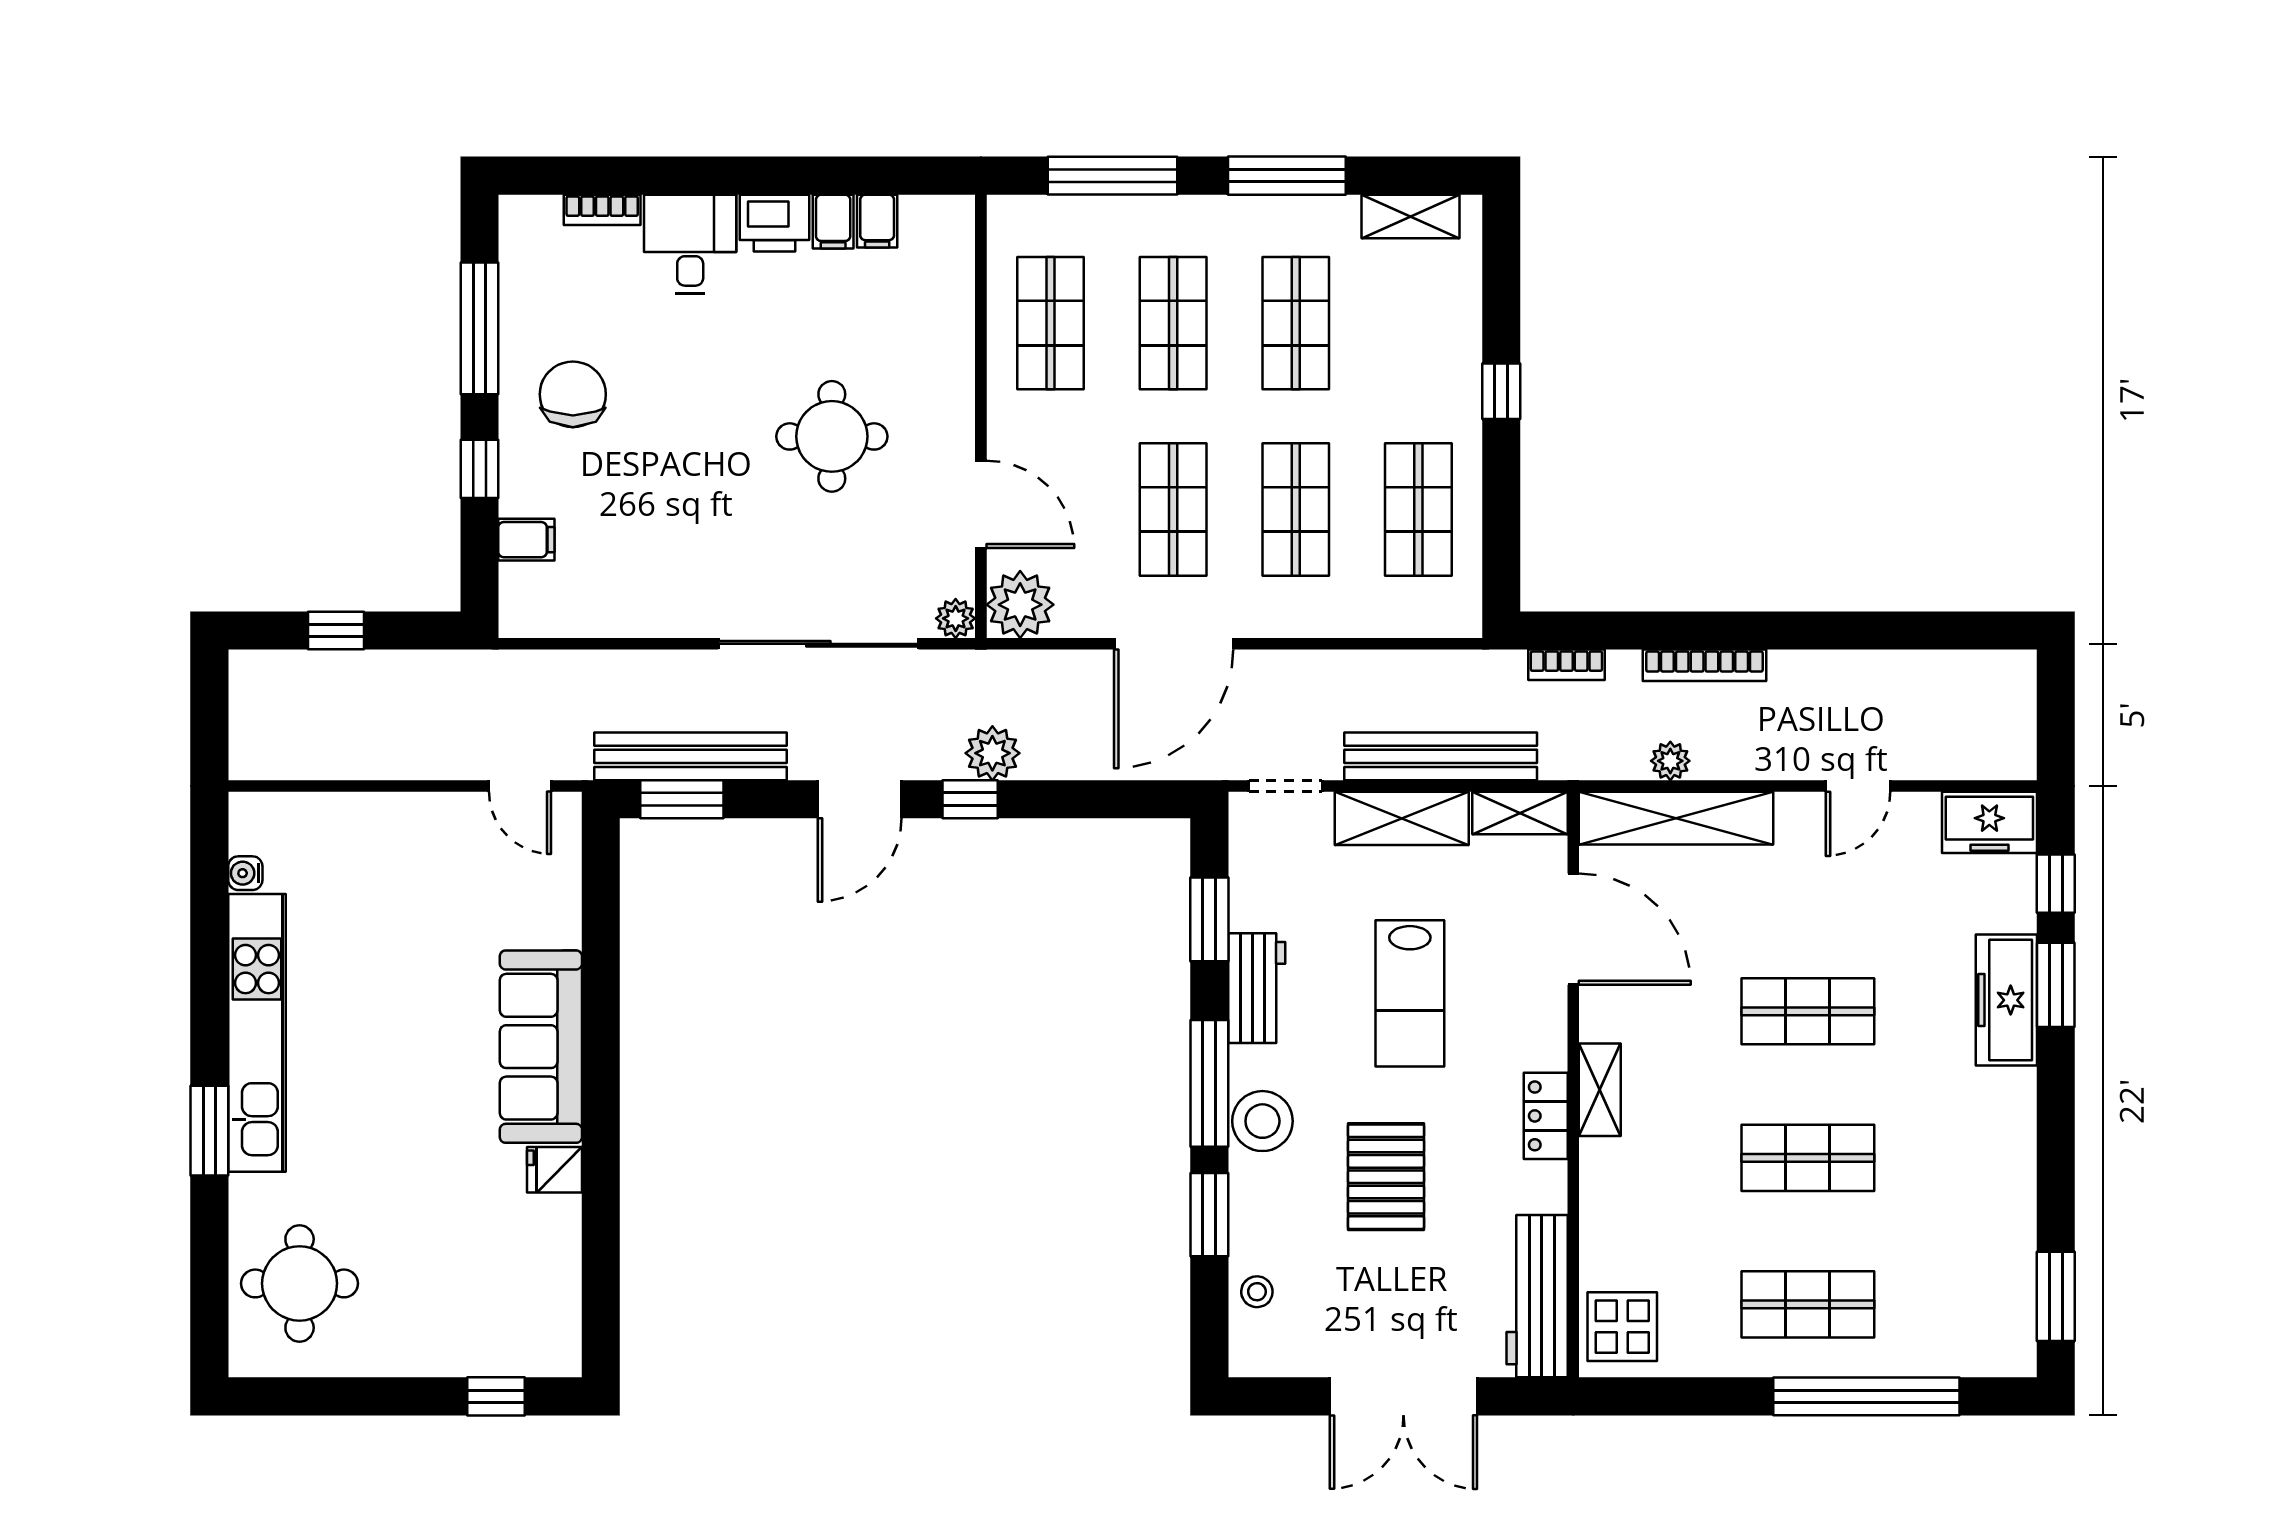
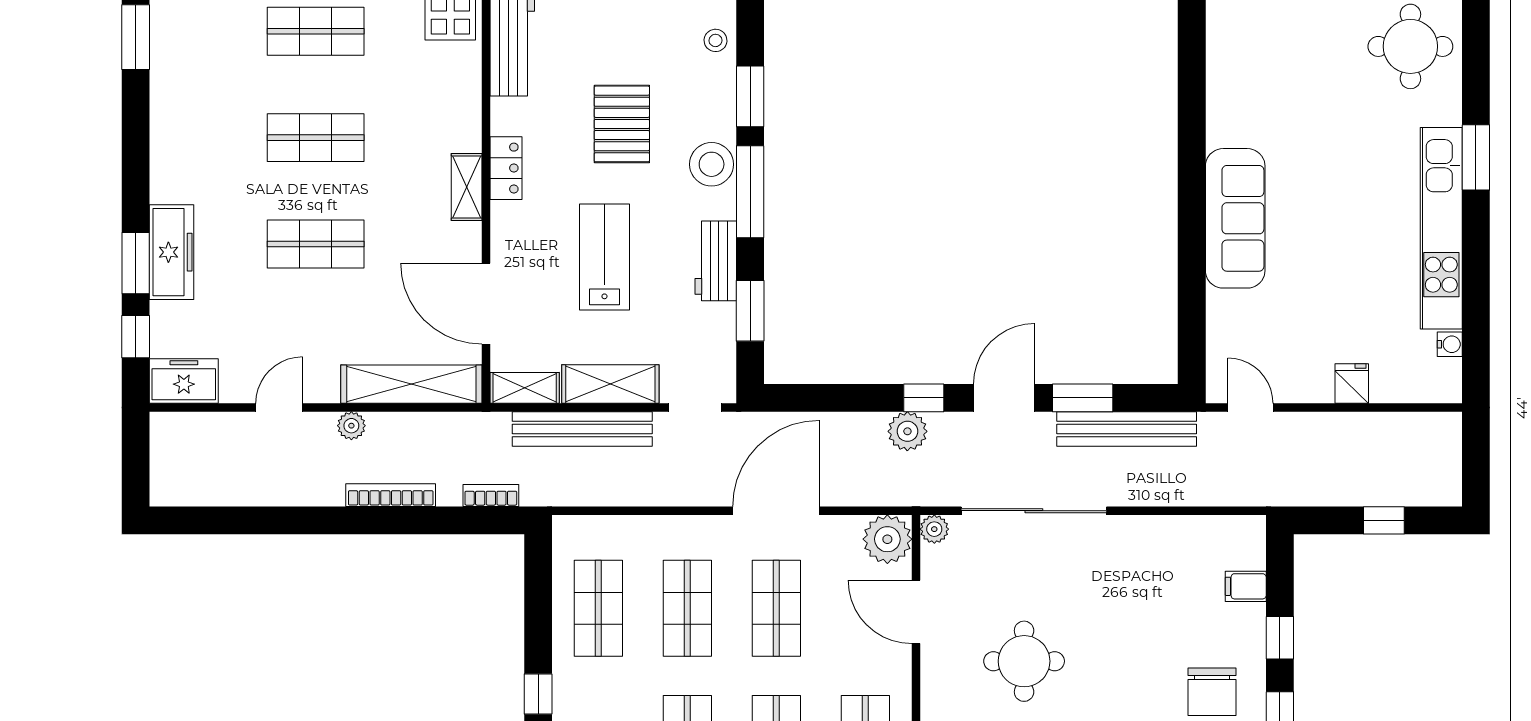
plant: (1670, 761) -> (351, 426), moved
window: (682, 799) -> (1083, 398), moved
fridge: (554, 1170) -> (1352, 384), moved, turned -90

